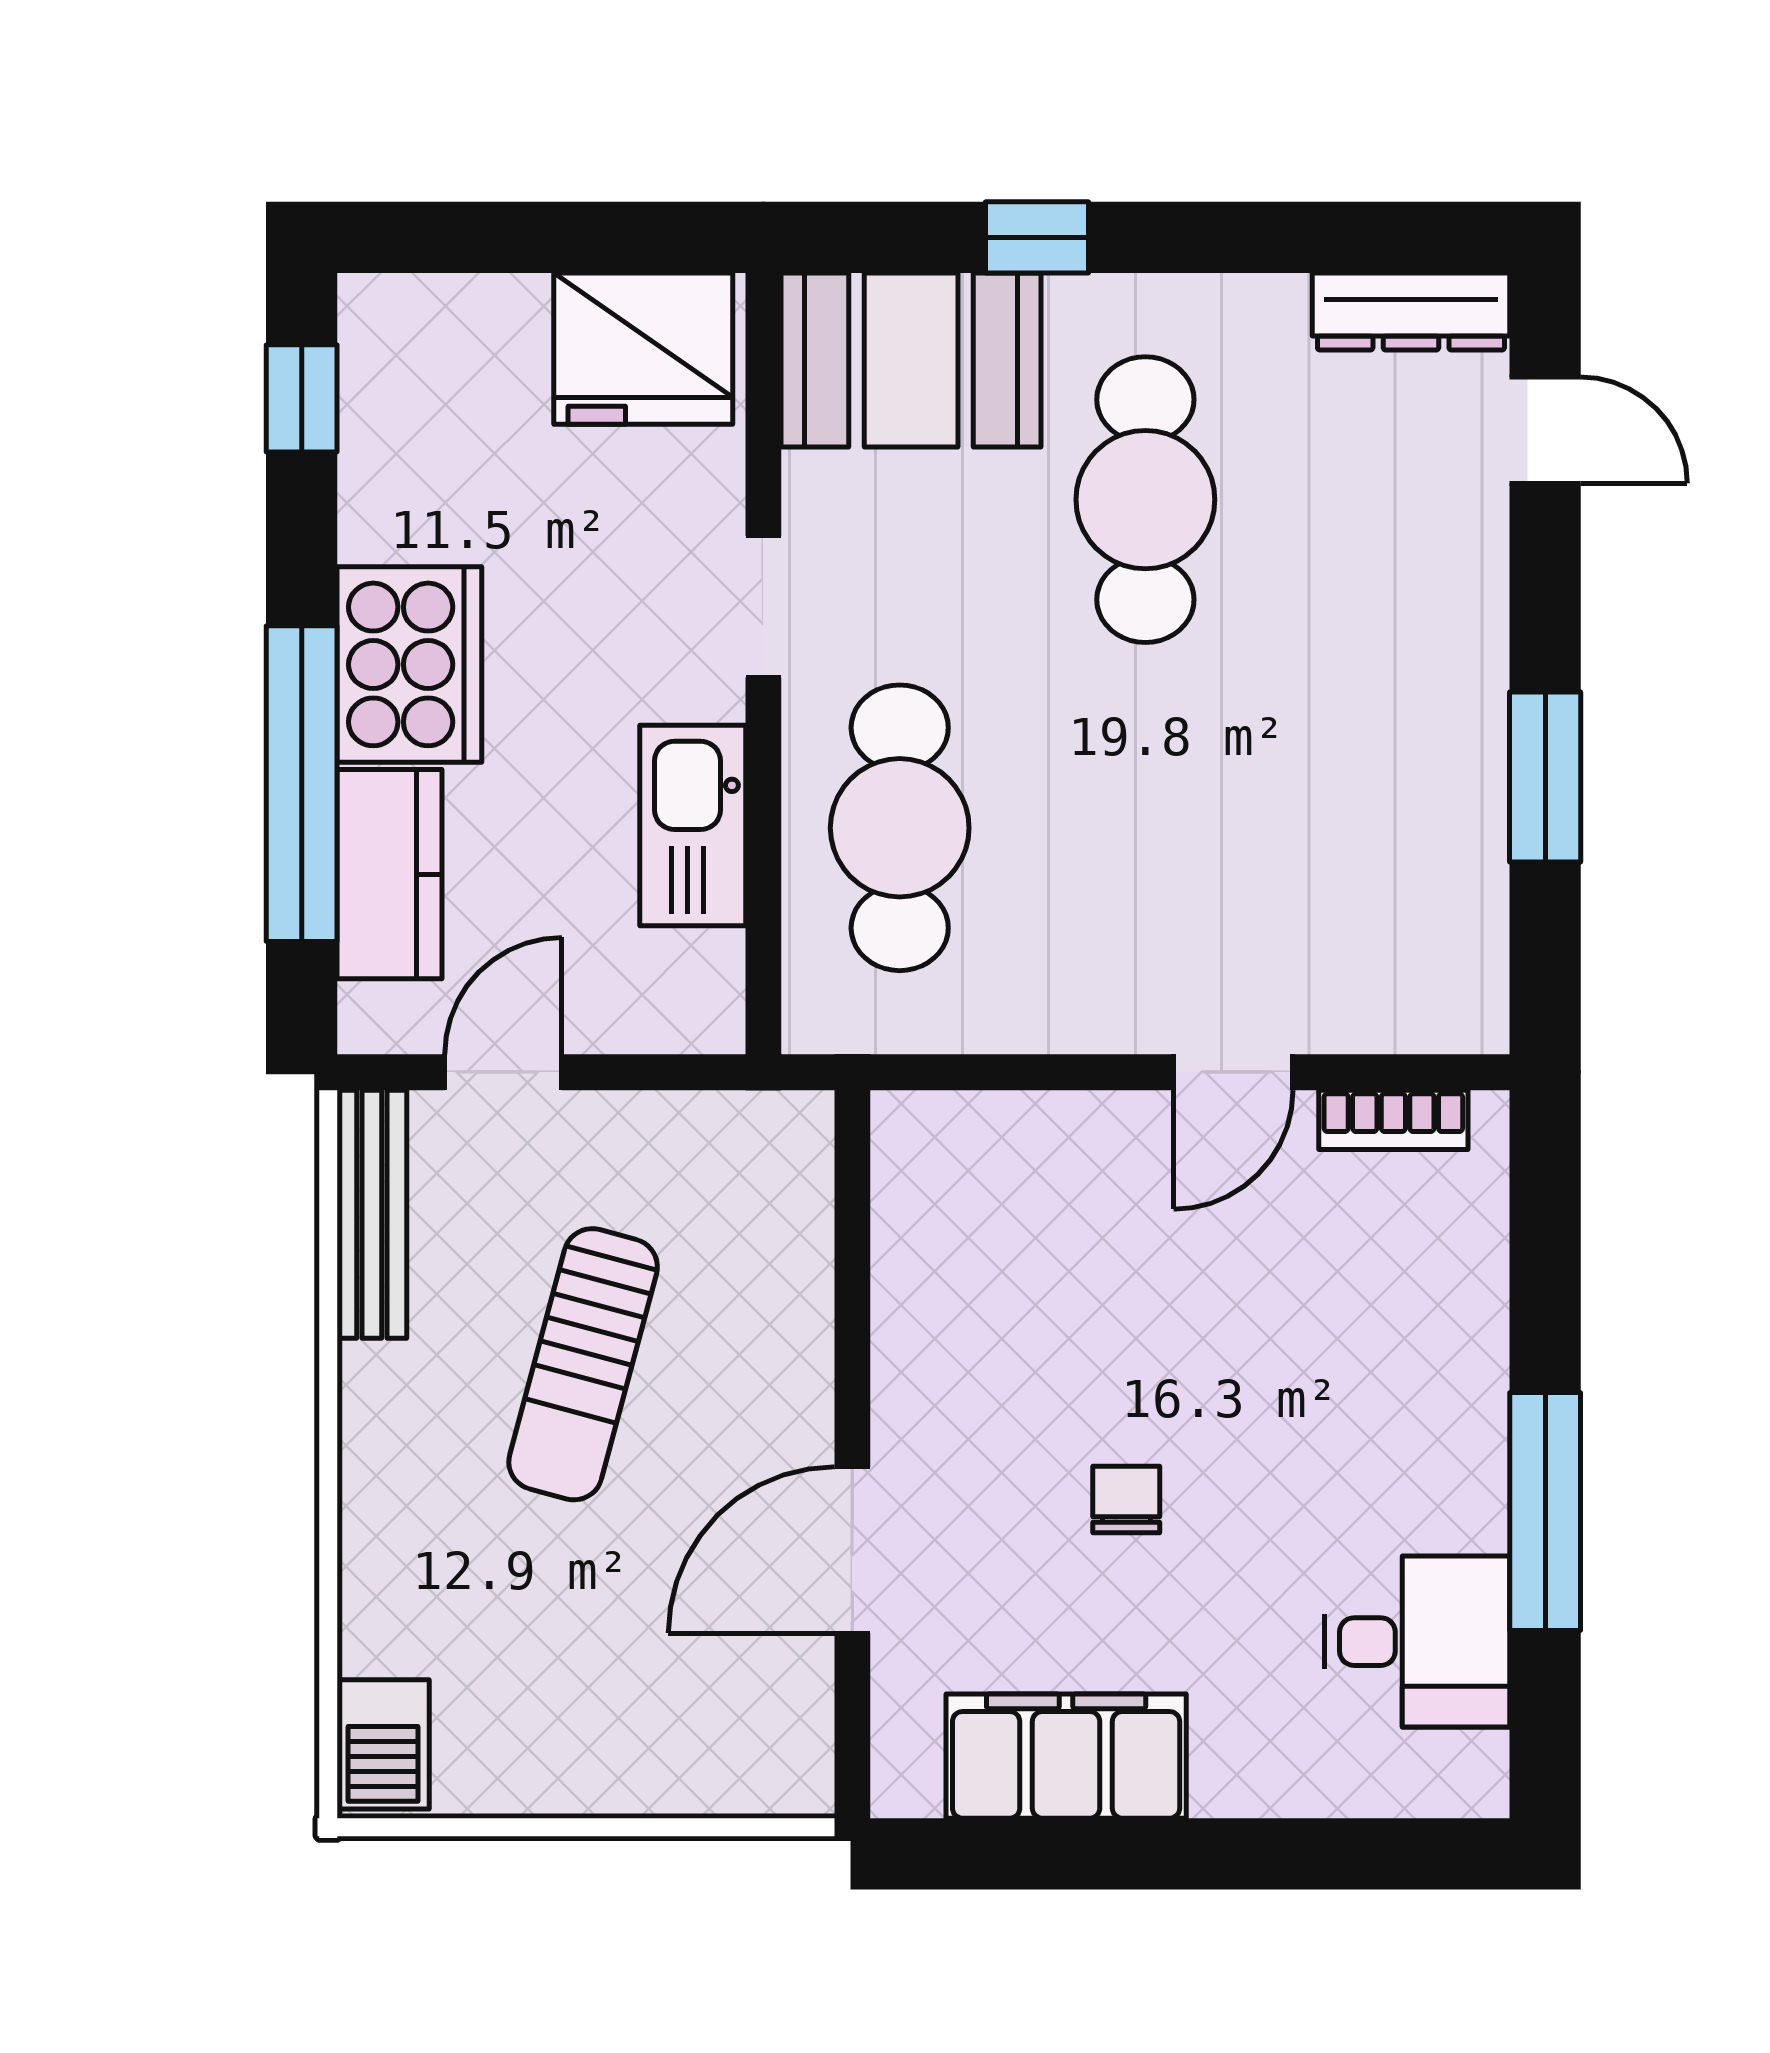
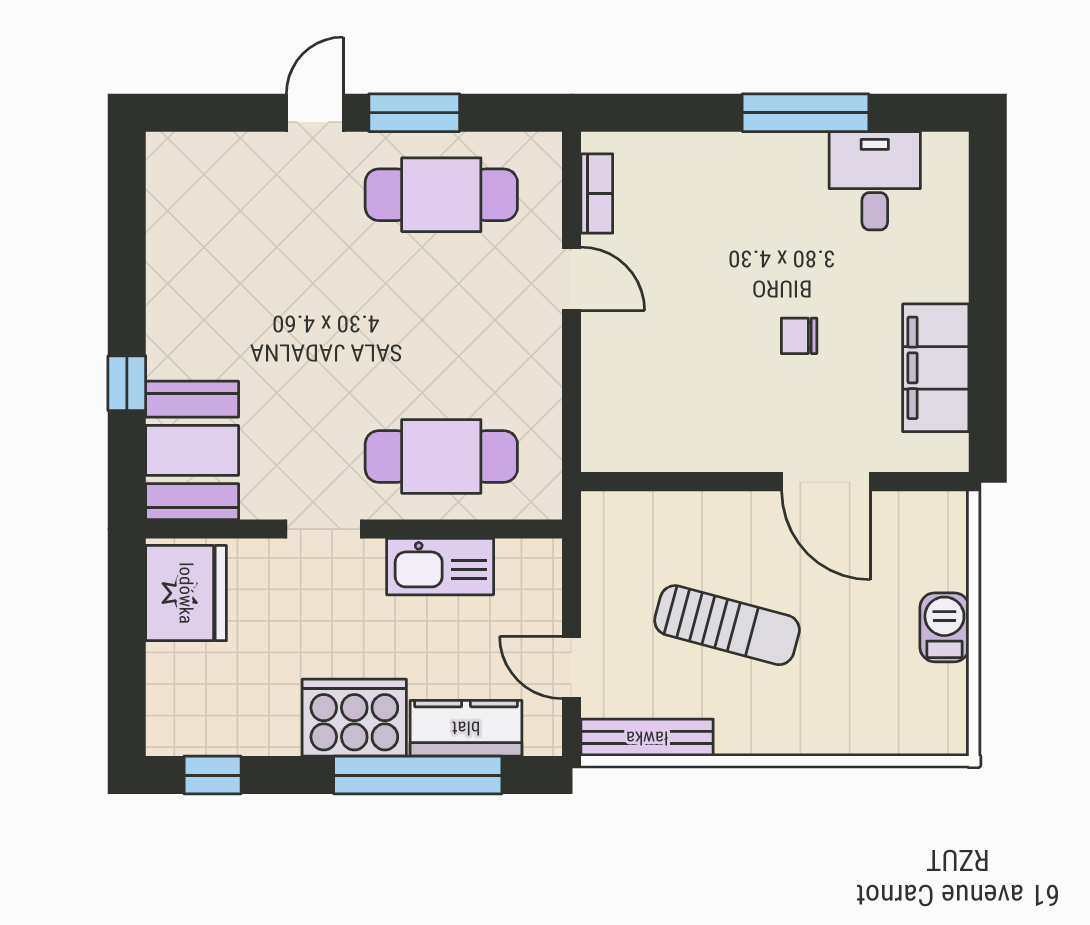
dresser: (1411, 311) -> (166, 184), removed
door: (1545, 430) -> (315, 113), moved
cafe table: (1145, 500) -> (441, 195), moved
barbecue: (383, 1744) -> (944, 627), moved, turned -90

